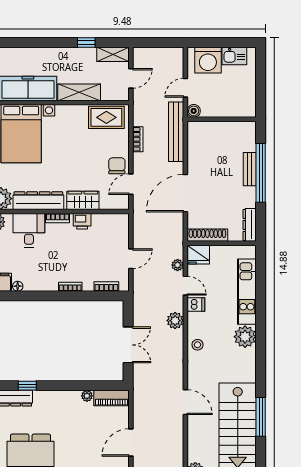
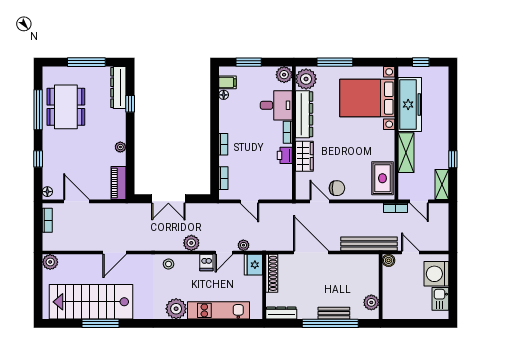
plant: (238, 129) -> (371, 302), added
bookcase: (138, 139) -> (396, 208), moved
plant: (87, 396) -> (120, 147), moved

